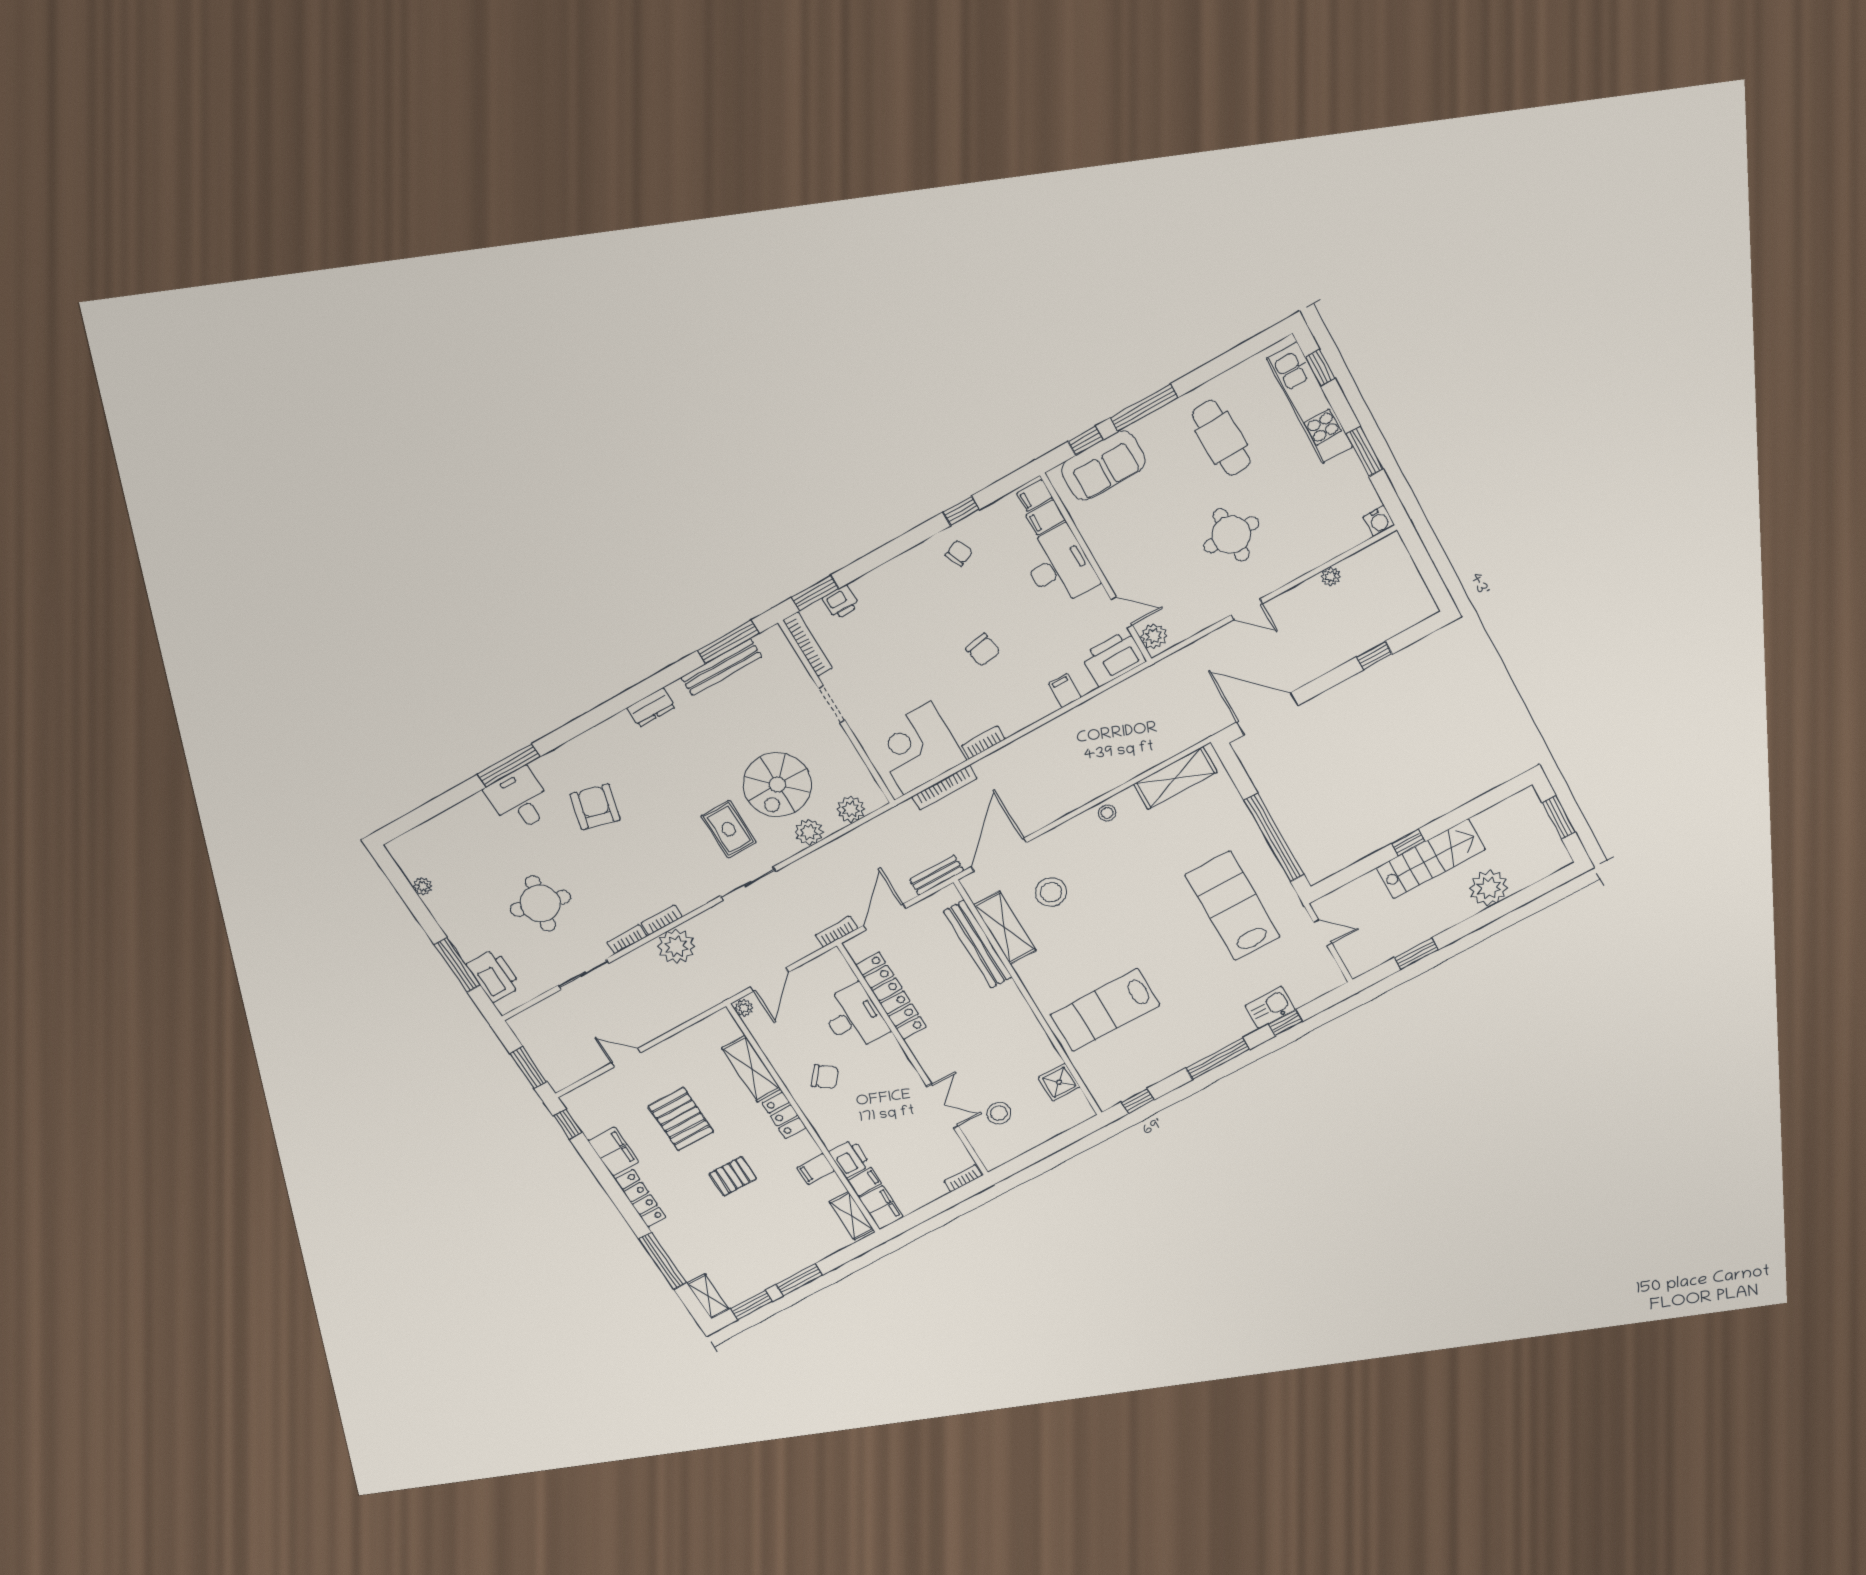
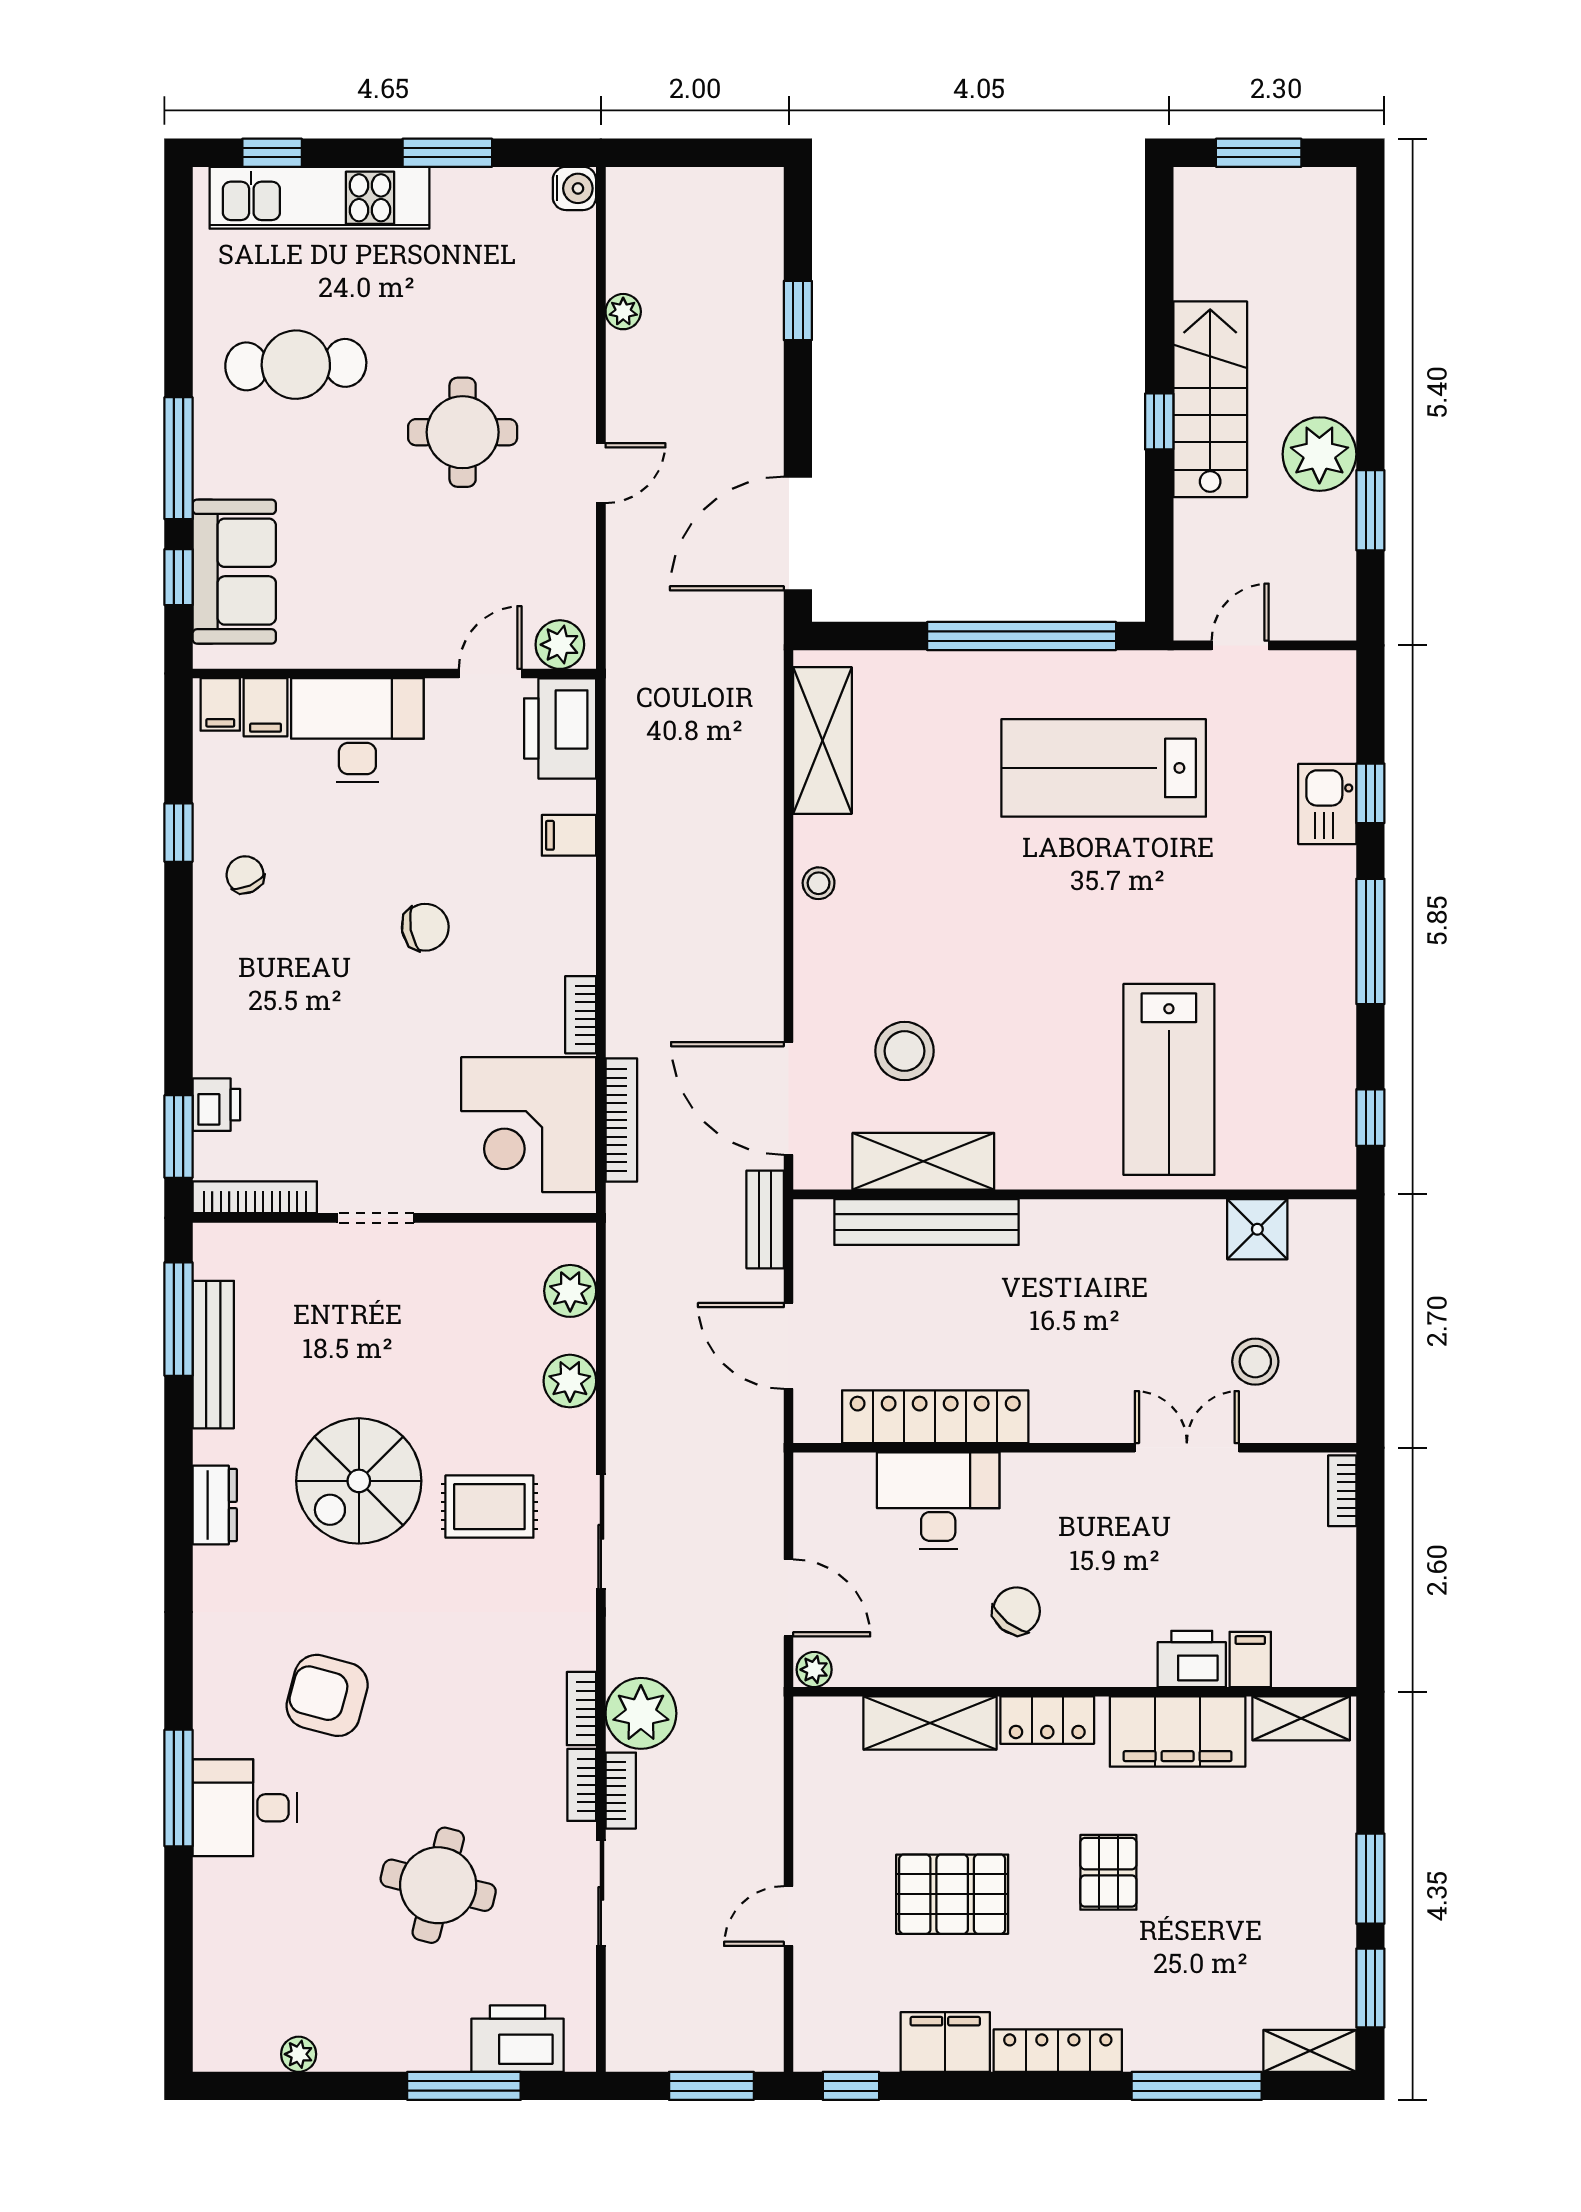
spiral stairs: (777, 785) -> (359, 1481), moved, turned 90
plant: (1489, 888) -> (1319, 454), moved
bookcase: (837, 932) -> (621, 1791), moved, turned 180
filing cabinet: (816, 1169) -> (1178, 1732), width x3.00, depth x1.17
filing cabinet: (881, 1208) -> (1315, 1660), removed

